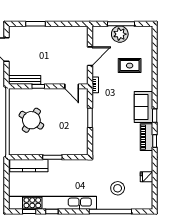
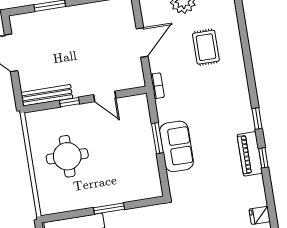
rug: (130, 66) -> (206, 47), turned 90
door: (72, 86) -> (105, 96), moved
sofa: (143, 107) -> (176, 146), moved, turned 180
round table: (31, 120) -> (67, 156), turned -32

